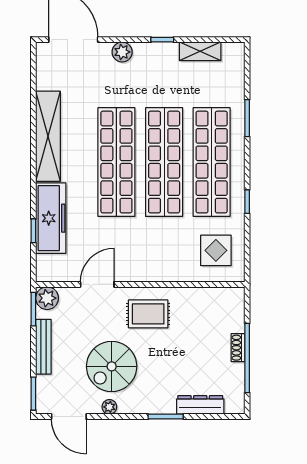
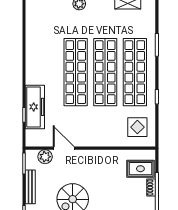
shelving: (48, 136) -> (33, 56), removed
door: (97, 284) -> (64, 148), hinge flipped
plant: (47, 298) -> (45, 157), moved
rug: (148, 314) -> (140, 169), moved

